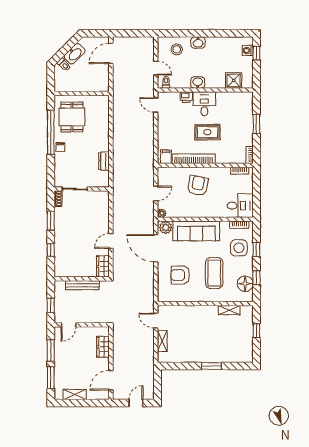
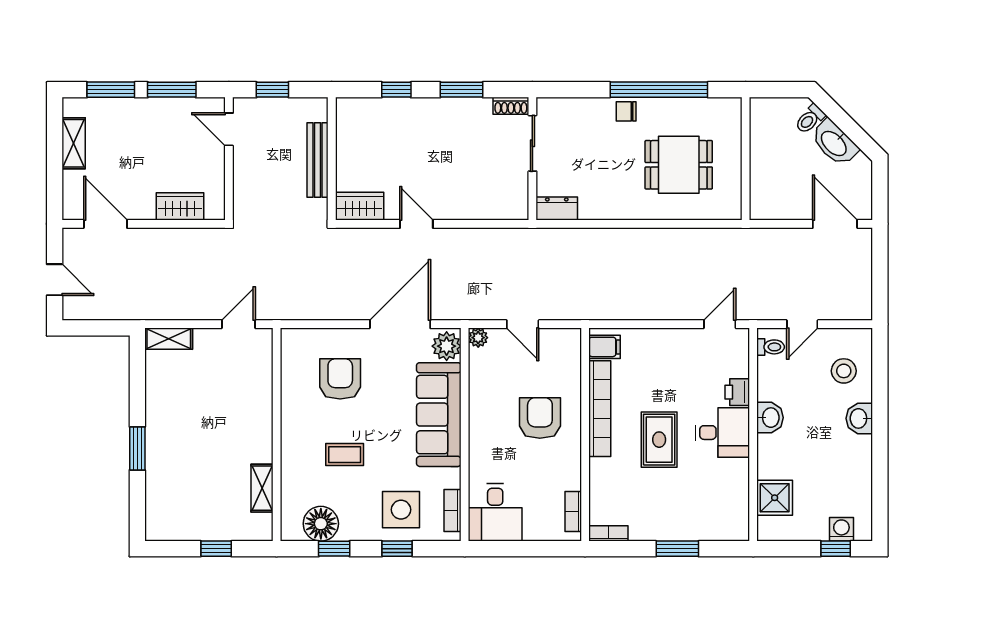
dining table: (72, 117) -> (679, 165), moved
dresser: (104, 161) -> (557, 209), moved
armchair: (198, 186) -> (540, 418), turned -100
coffee table: (214, 273) -> (345, 455), width x0.54, depth x0.58
shelving: (162, 341) -> (169, 339), moved

